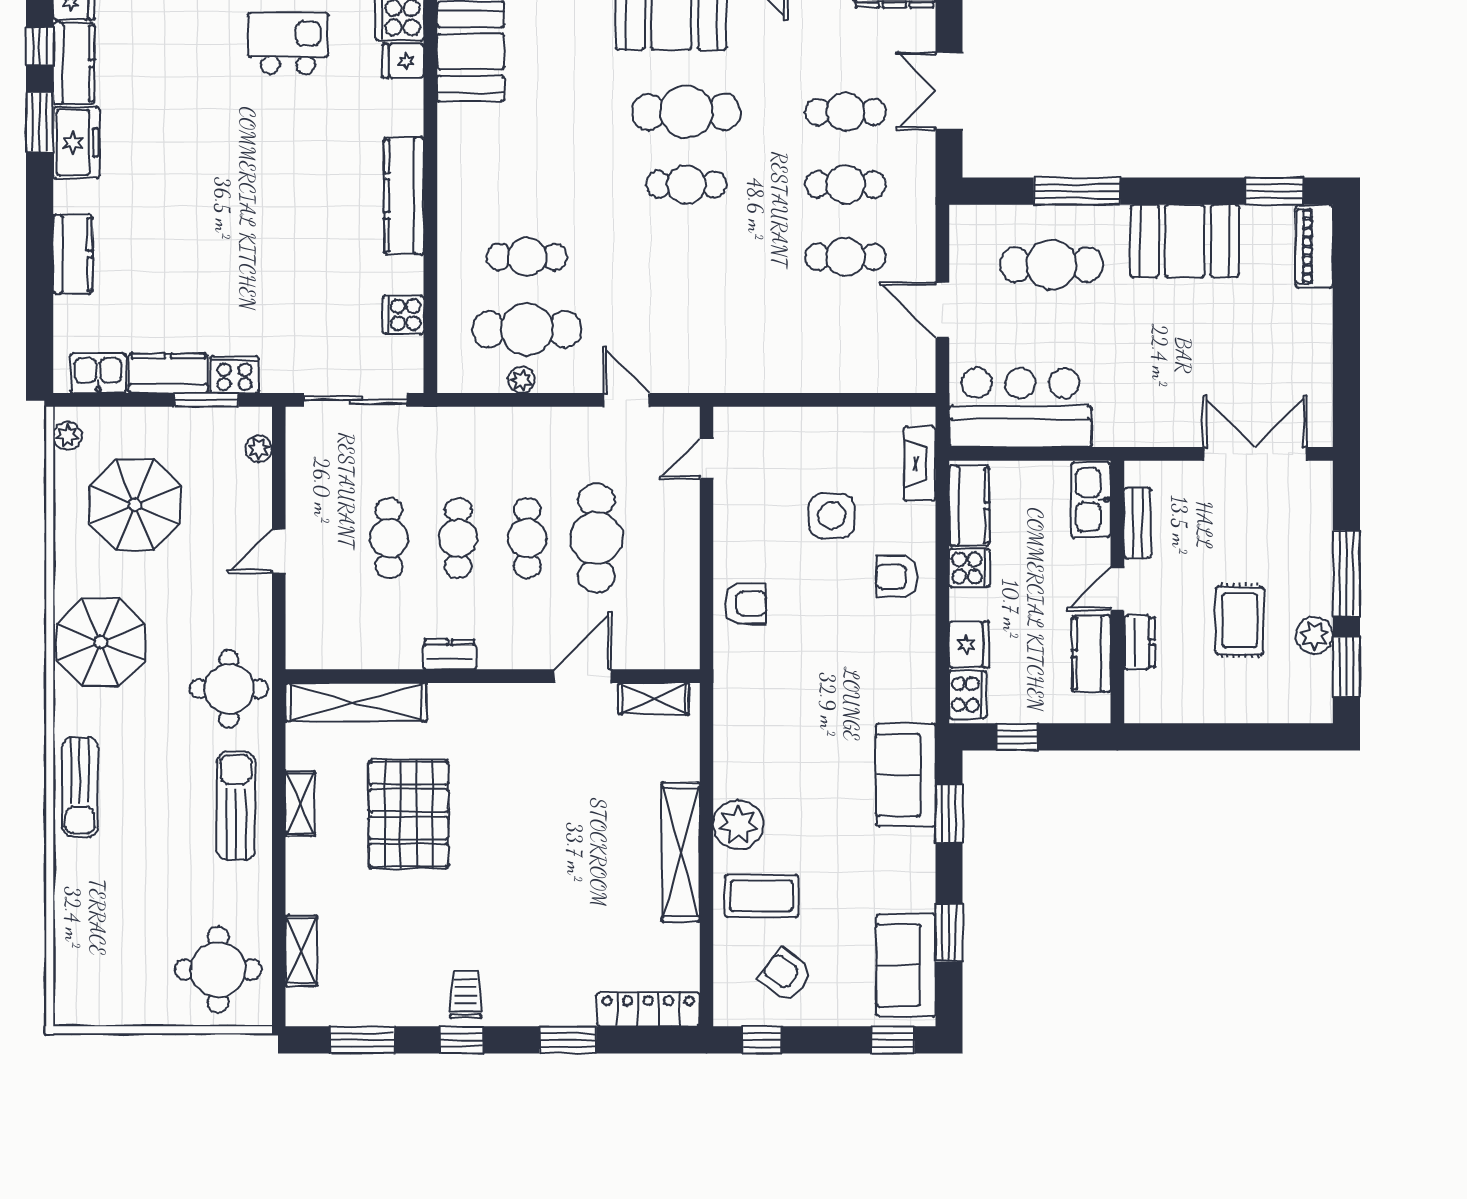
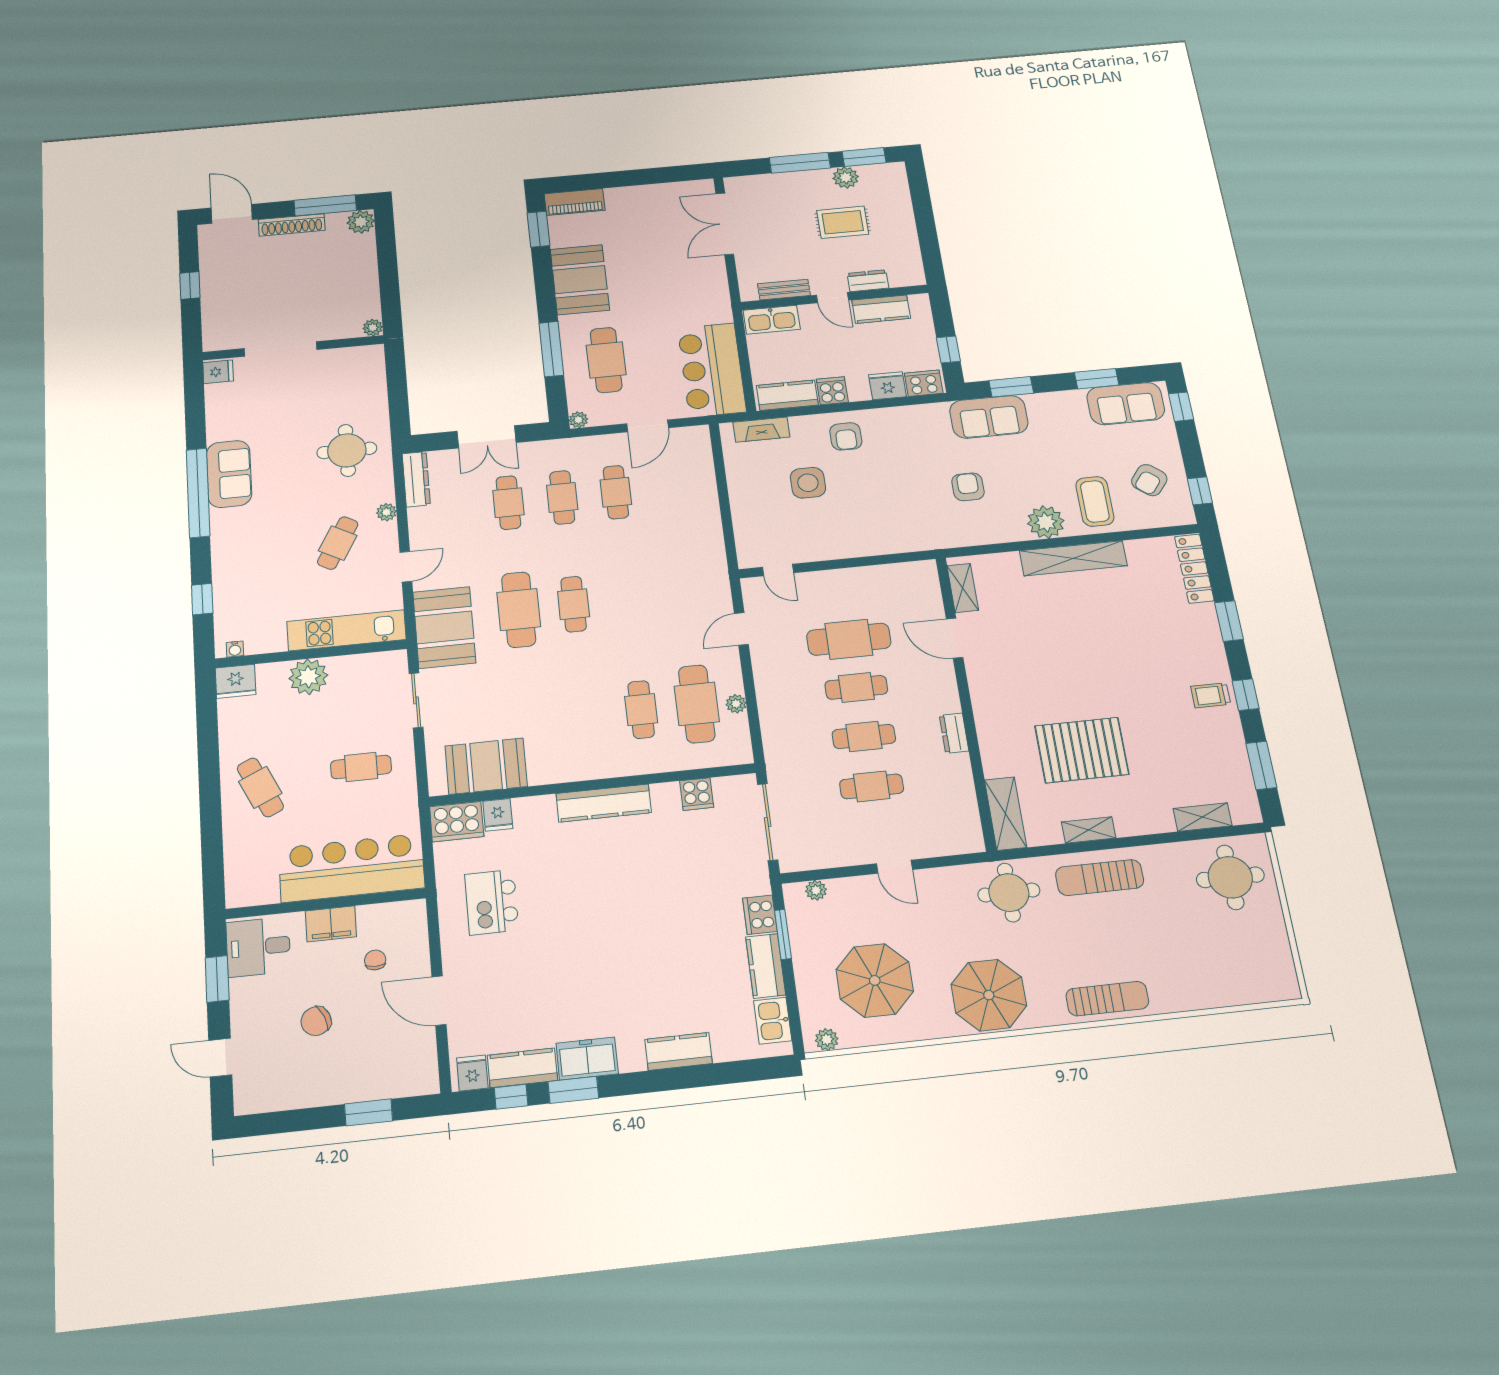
plant: (962, 218) -> (578, 420), added
armchair: (746, 604) -> (968, 487), moved
shelving: (356, 702) -> (1005, 814), width x0.68

